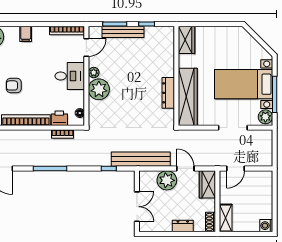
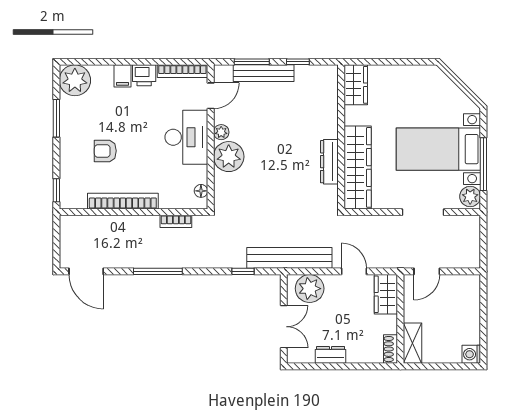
desk: (70, 76) -> (186, 137), width x1.37
printer: (59, 118) -> (144, 75), moved, turned 180
plant: (167, 180) -> (310, 289), moved
dresser: (183, 226) -> (331, 355), moved

